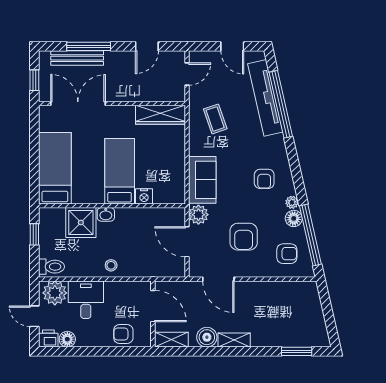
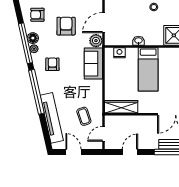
window: (281, 104) -> (36, 92), moved
coffee table: (215, 119) -> (84, 116), moved
nightstand: (144, 196) -> (119, 53), moved
washbasin: (106, 214) -> (138, 41), moved
window: (310, 235) -> (25, 43), moved
door: (187, 242) -> (104, 23), swing flipped

